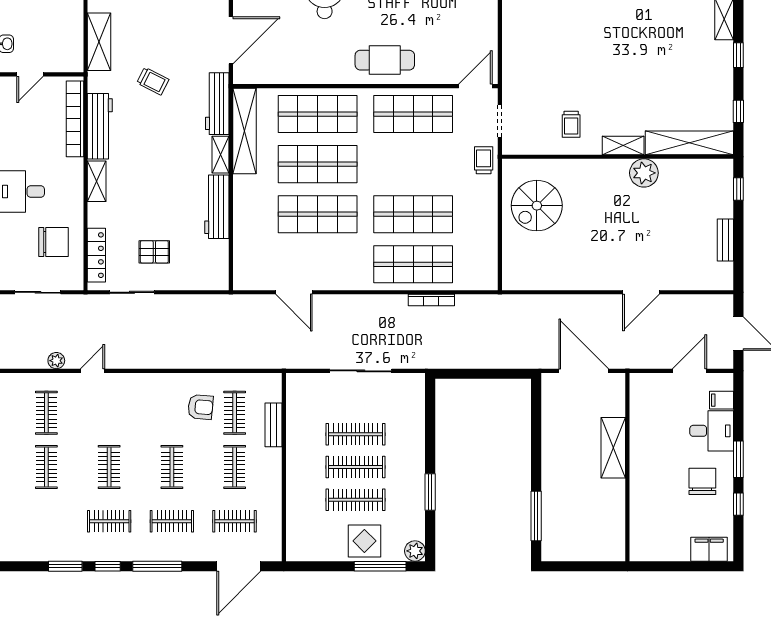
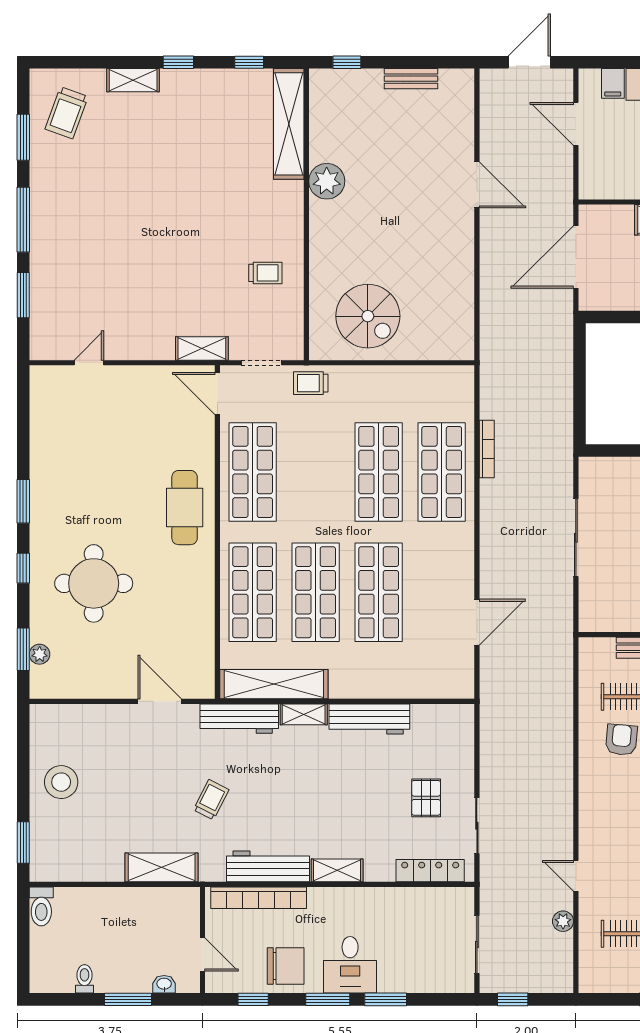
door: (231, 40) -> (160, 701), width x0.73
shelving: (623, 145) -> (202, 348), moved, turned 90
chair: (53, 242) -> (286, 966), moved, turned 90

